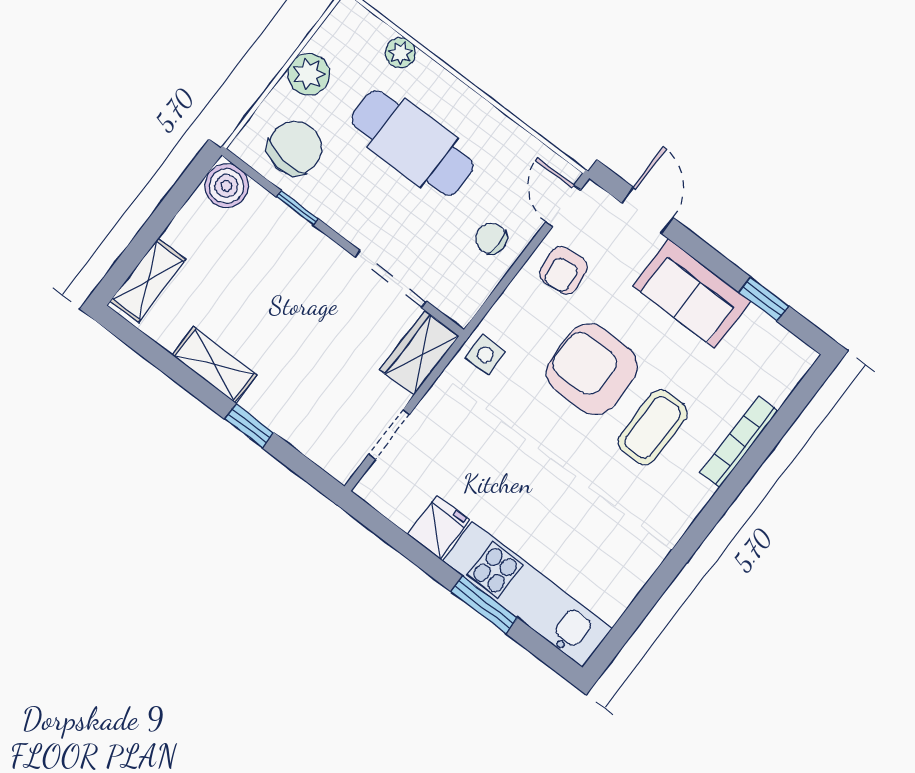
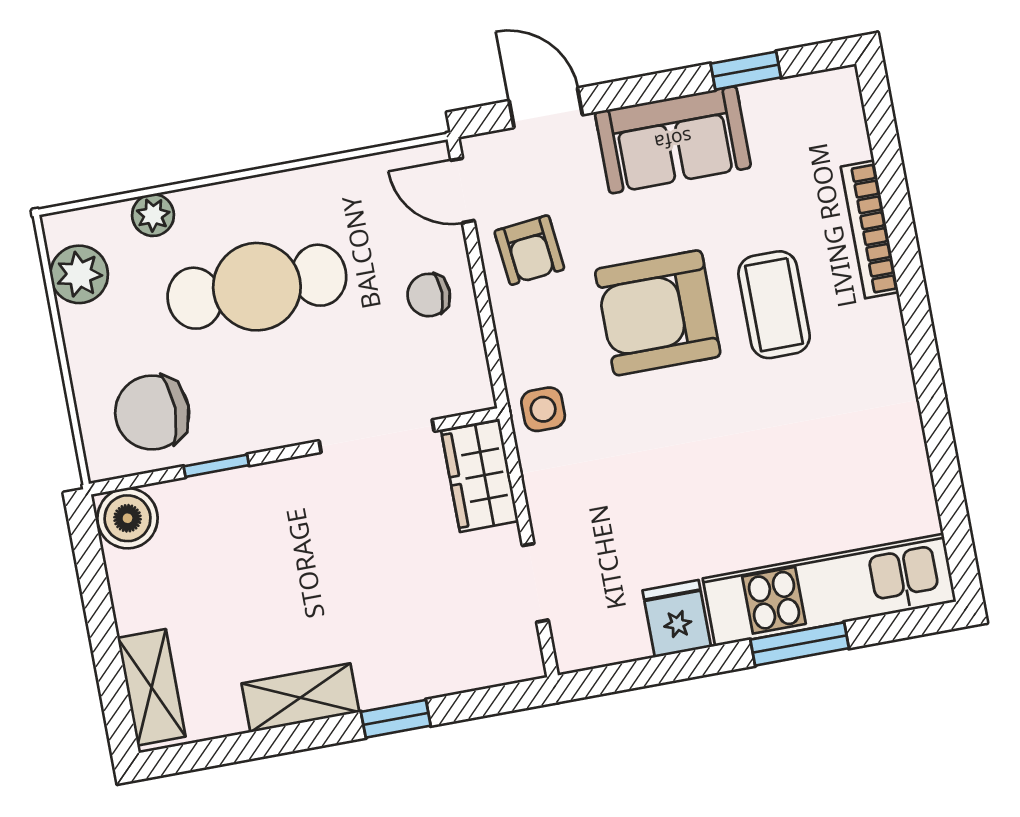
plant: (309, 74) -> (79, 274), moved
chair: (295, 148) -> (152, 412), turned -96

